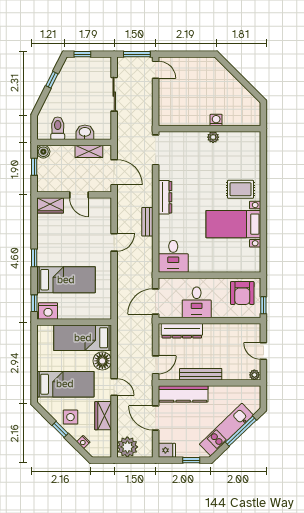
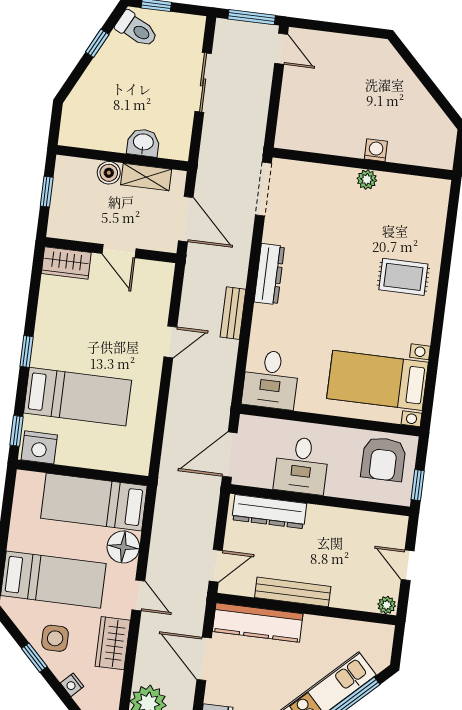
toilet: (58, 128) -> (137, 29), moved, turned 117
boiler: (43, 152) -> (109, 173), moved
bed with nightstands: (233, 224) -> (377, 380), moved

